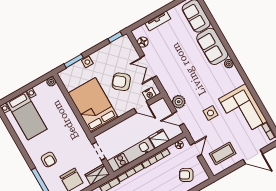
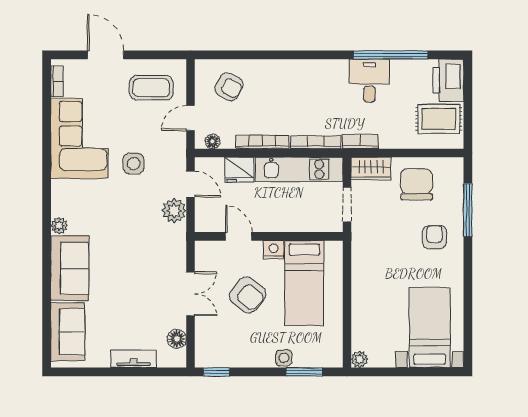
nightstand: (149, 94) -> (273, 250), moved
bed: (93, 105) -> (304, 283), width x0.67

